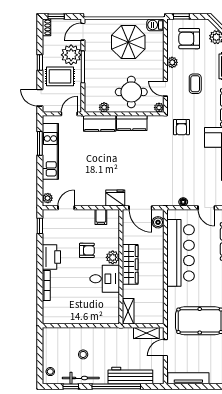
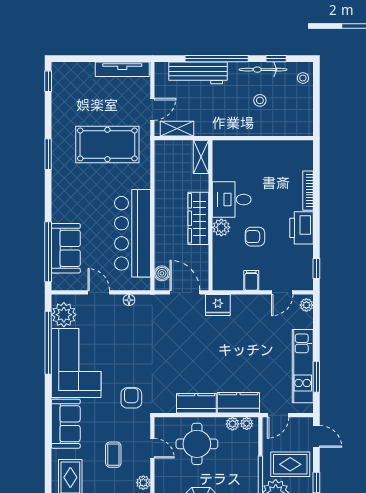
plant: (159, 108) -> (247, 424), moved
filing cabinet: (101, 217) -> (251, 280), moved

